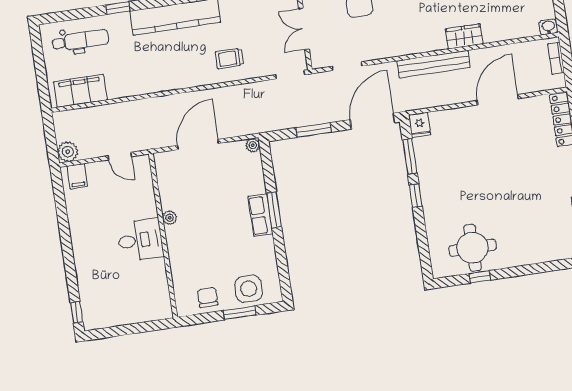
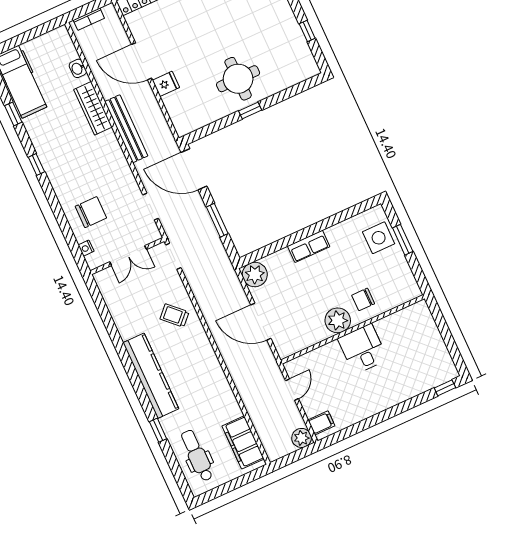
washbasin: (548, 27) -> (78, 68), moved
wardrobe: (464, 36) -> (93, 108), width x1.50
trolley: (230, 58) -> (174, 316), turned 134
fridge: (420, 125) -> (166, 84), moved
plant: (253, 145) -> (255, 275), width x1.88, depth x1.88
window: (410, 156) -> (216, 126), removed
window: (274, 210) -> (300, 235), removed
plant: (170, 218) -> (338, 320), width x1.88, depth x1.88
round table: (472, 248) -> (238, 79), moved
chair: (208, 297) -> (363, 299), moved

